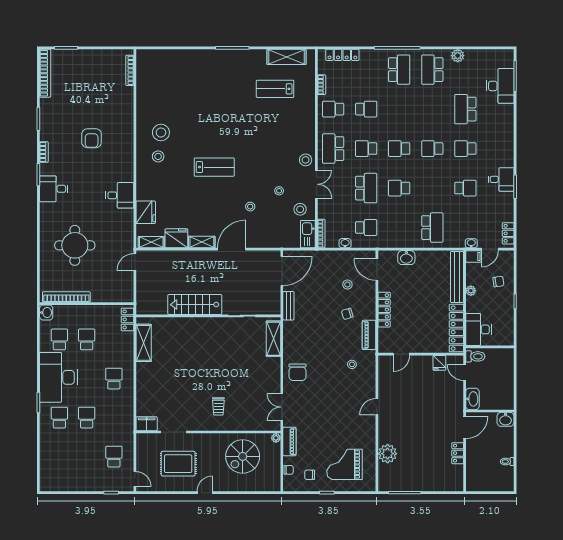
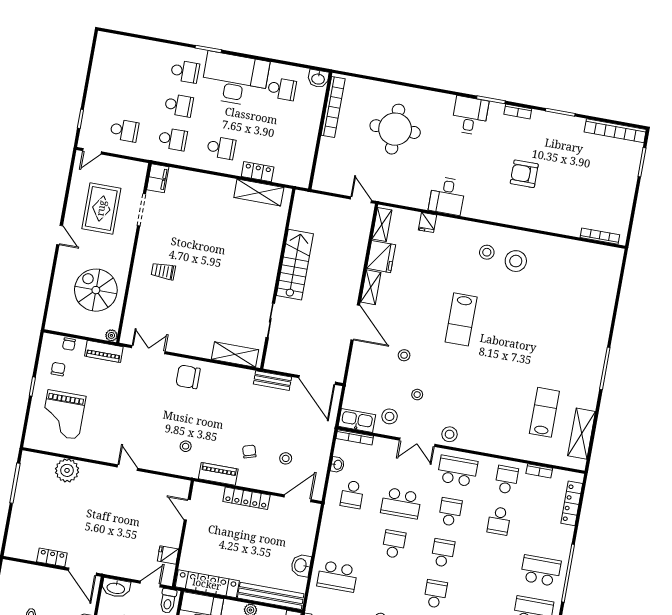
school desk: (399, 70) -> (541, 571), turned 180
fridge: (146, 212) -> (427, 222), width x0.53, depth x0.75
washbasin: (406, 258) -> (301, 565), moved
locker: (127, 319) -> (258, 172), moved
school desk: (87, 339) -> (173, 139), moved
grand piano: (344, 464) -> (63, 415), turned 180

